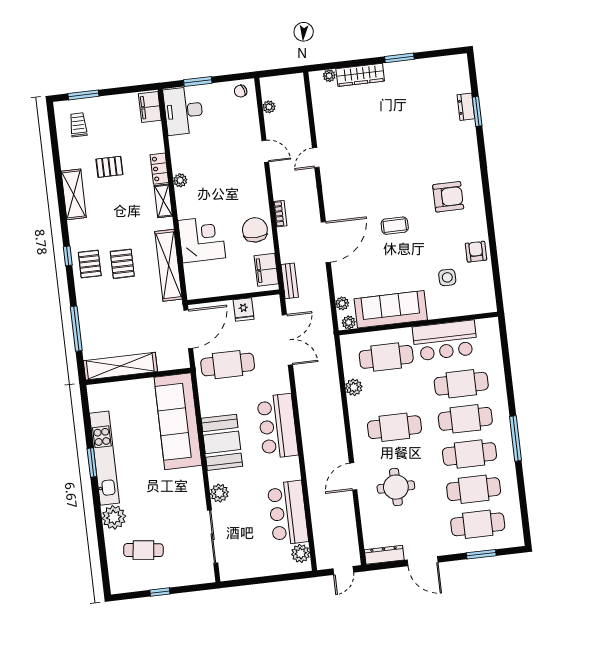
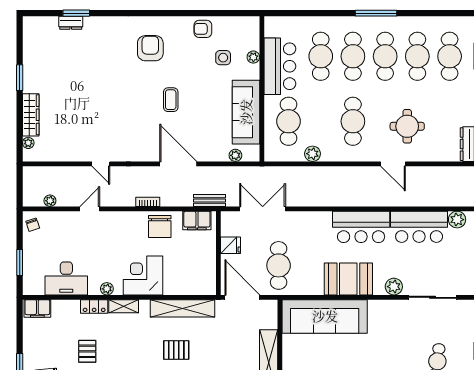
desk: (183, 111) -> (66, 278), moved
chair: (255, 230) -> (160, 226), turned -90
corner desk: (202, 239) -> (143, 275), moved
plant: (349, 322) -> (253, 57), moved
bar counter: (278, 426) -> (361, 227), moved

